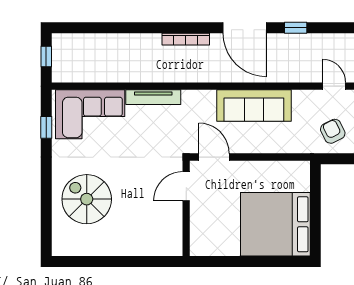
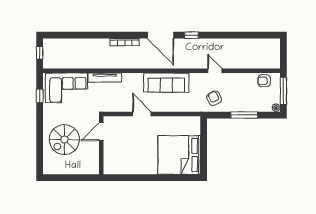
door: (186, 186) -> (101, 132), moved
spiral stairs: (87, 199) -> (64, 140), turned -90
wall: (186, 208) -> (101, 145), moved

